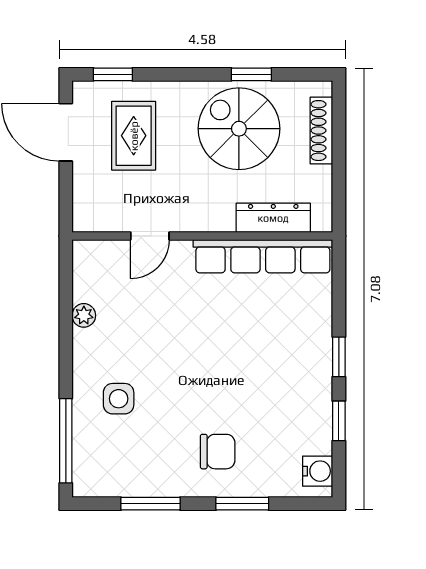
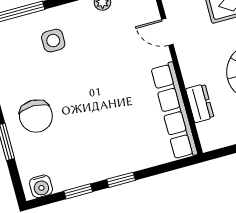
dresser: (273, 218) -> (200, 103), width x0.70
chair: (218, 452) -> (36, 116), width x1.37, depth x1.37

